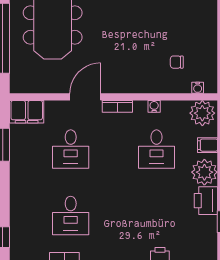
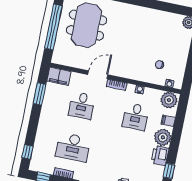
desk: (71, 216) -> (73, 147), width x1.37

